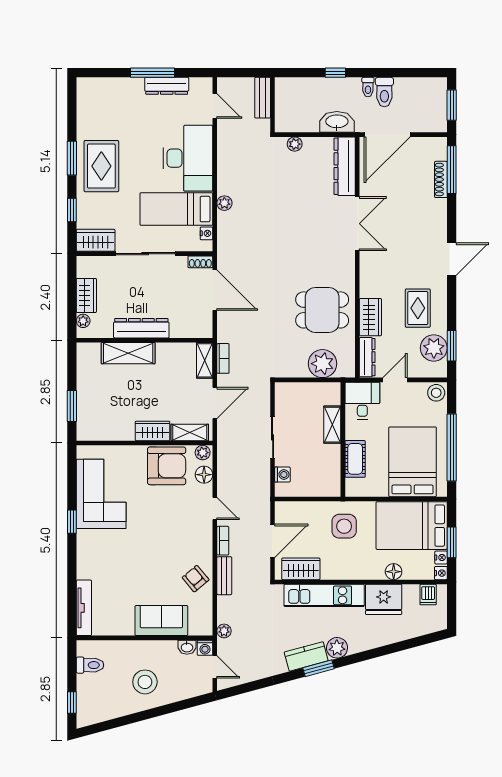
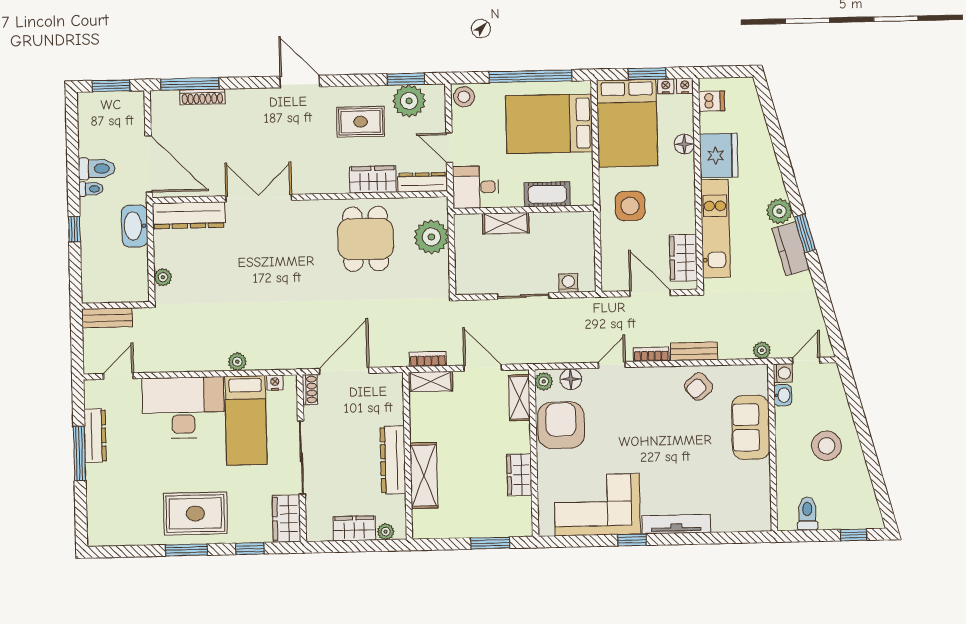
wardrobe: (153, 431) -> (519, 475), moved
tv unit: (84, 608) -> (676, 524), moved

